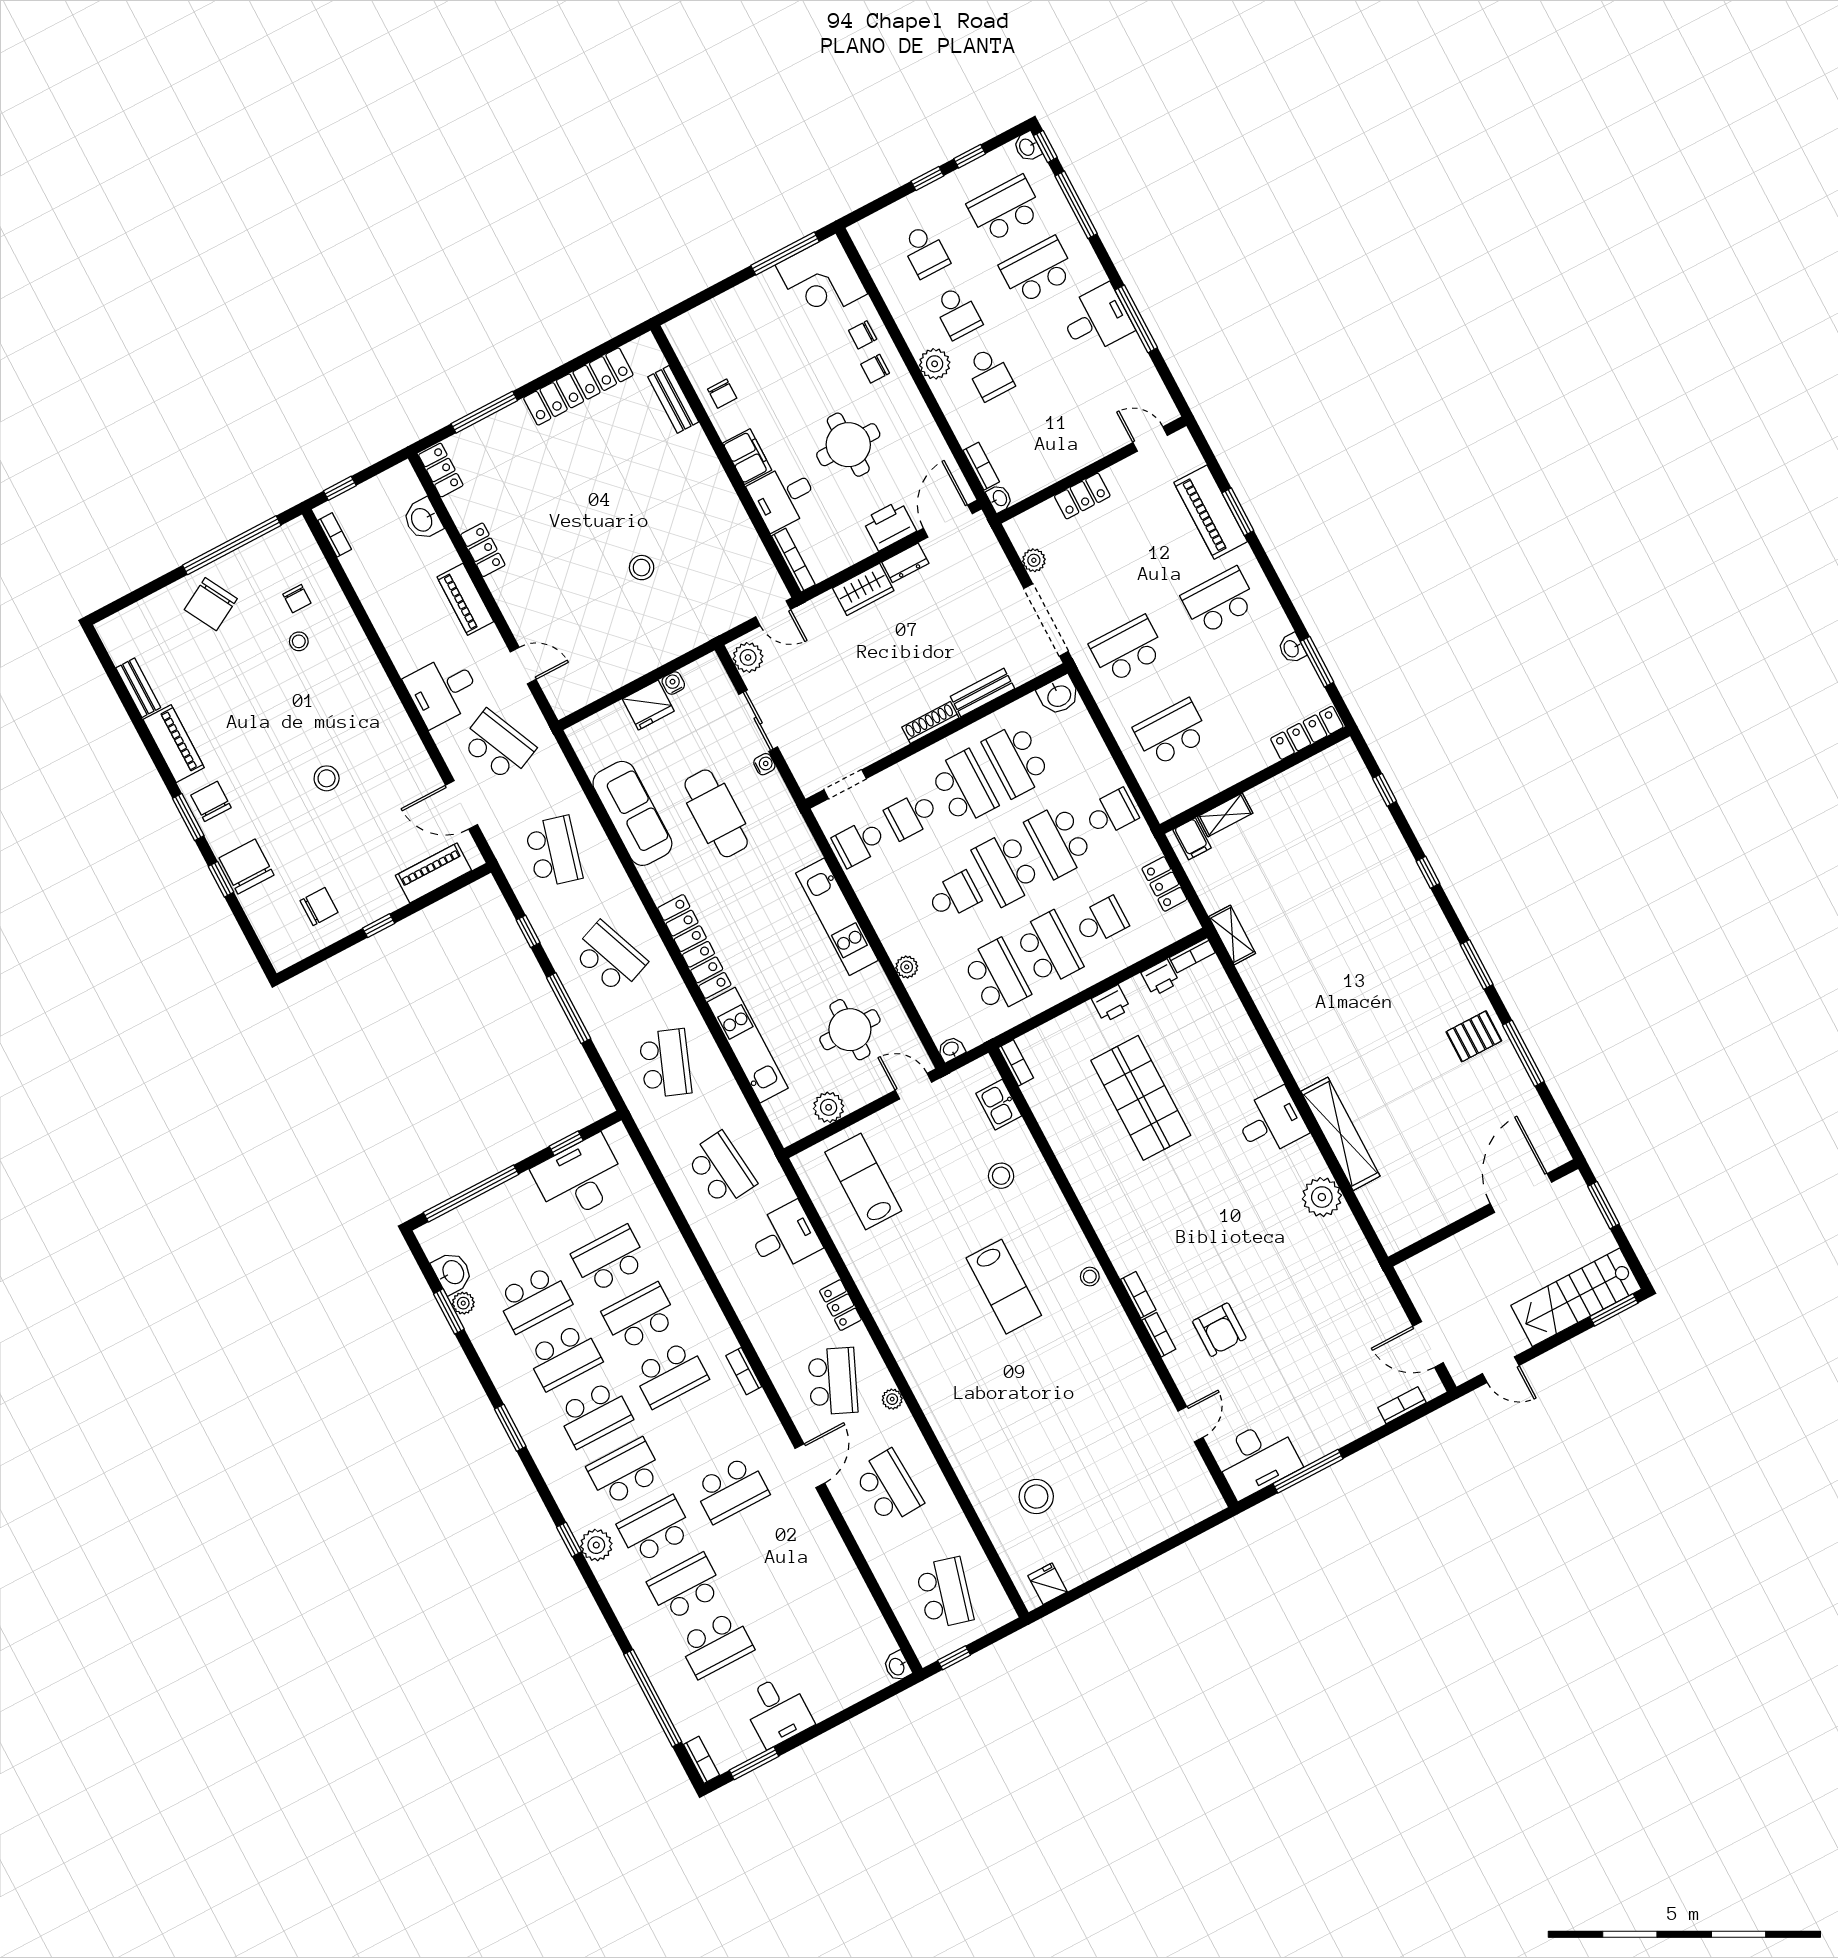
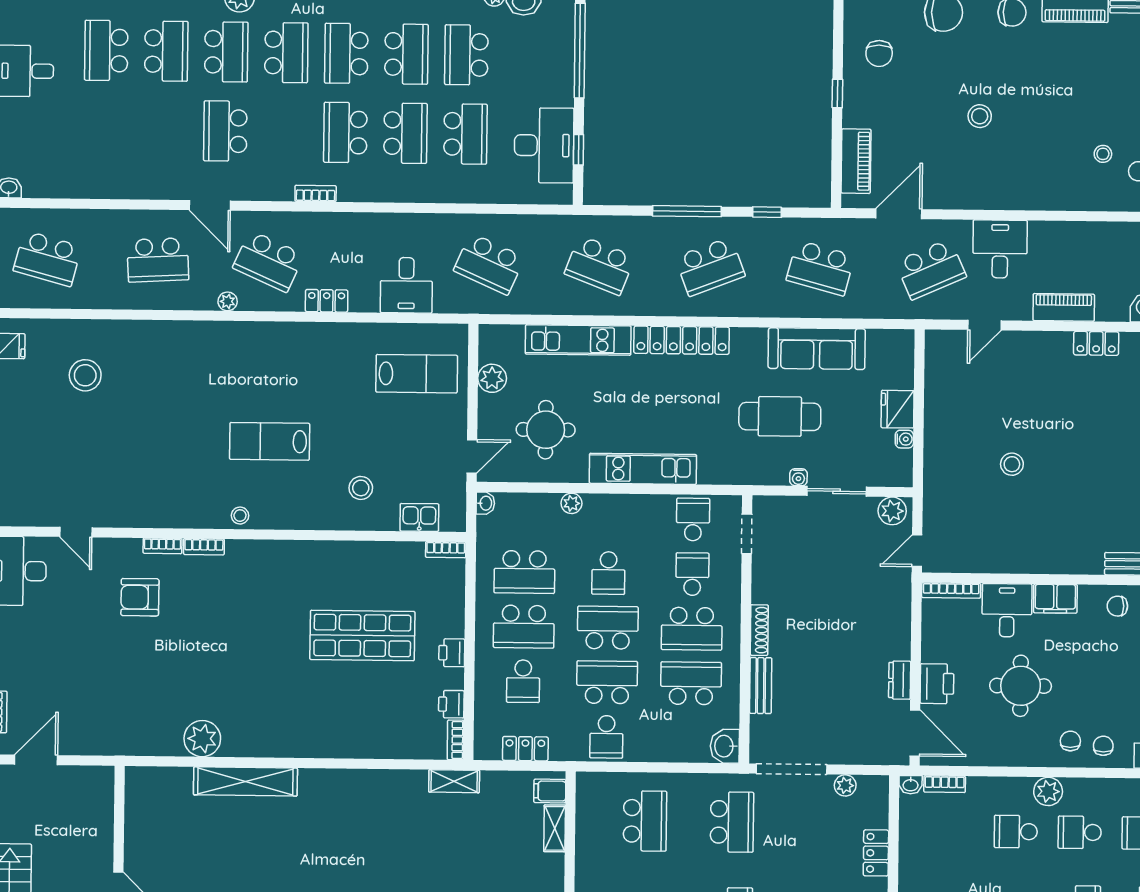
wardrobe: (863, 589) -> (897, 634), removed
desk: (1271, 1122) -> (285, 730), removed
school desk: (721, 1169) -> (489, 264), turned 30
school desk: (564, 1357) -> (406, 54), turned 180

